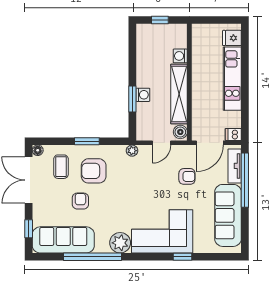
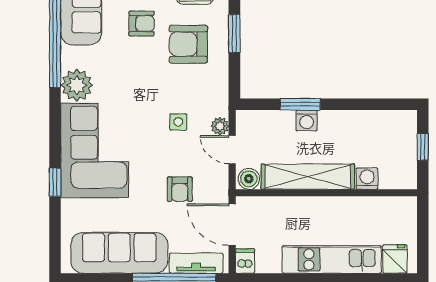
plant: (132, 151) -> (220, 126), moved
armchair: (94, 171) -> (188, 44), turned -90
side table: (144, 177) -> (178, 122), added

